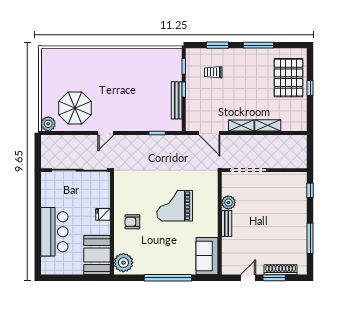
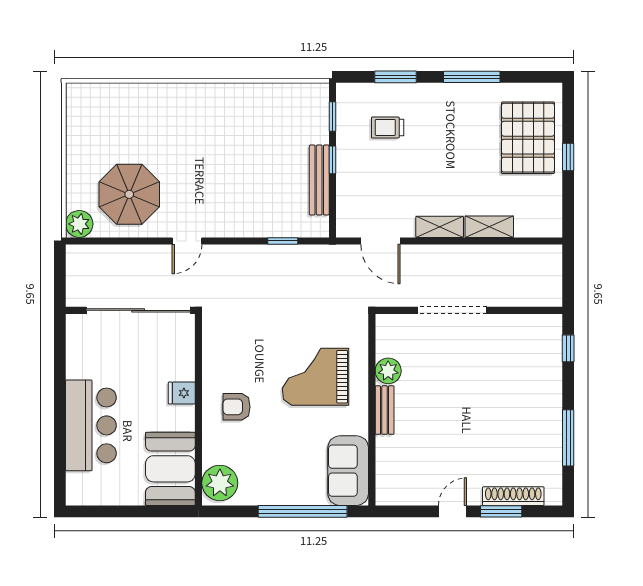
plant: (228, 203) -> (388, 371), moved
wall: (220, 223) -> (372, 410), moved
bench: (227, 224) -> (385, 410), moved
sofa: (207, 256) -> (348, 471), moved

